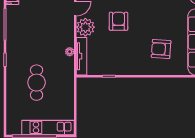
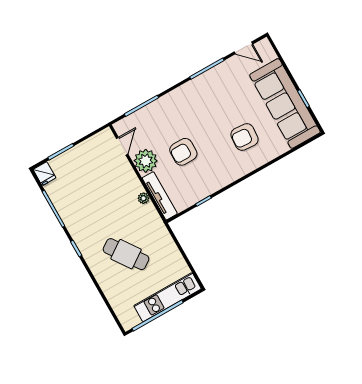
armchair: (119, 21) -> (183, 152), moved, turned -90
cafe table: (37, 83) -> (126, 254), turned -35

